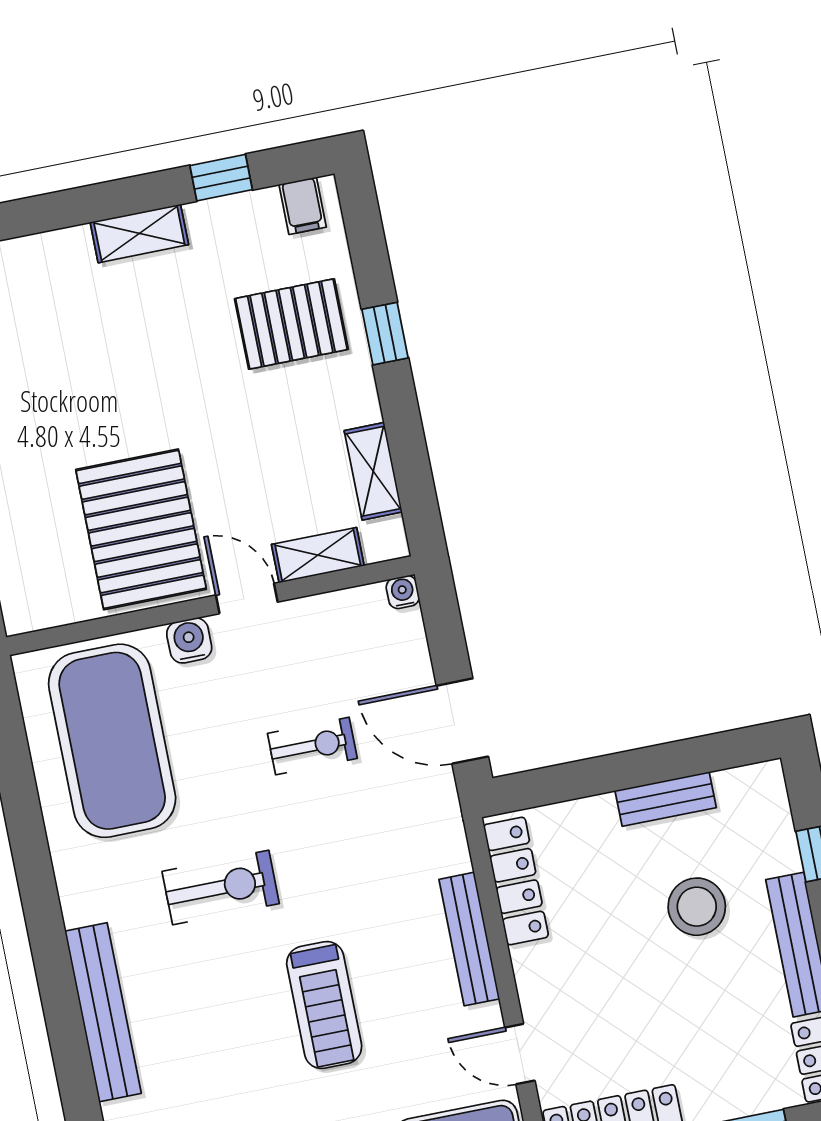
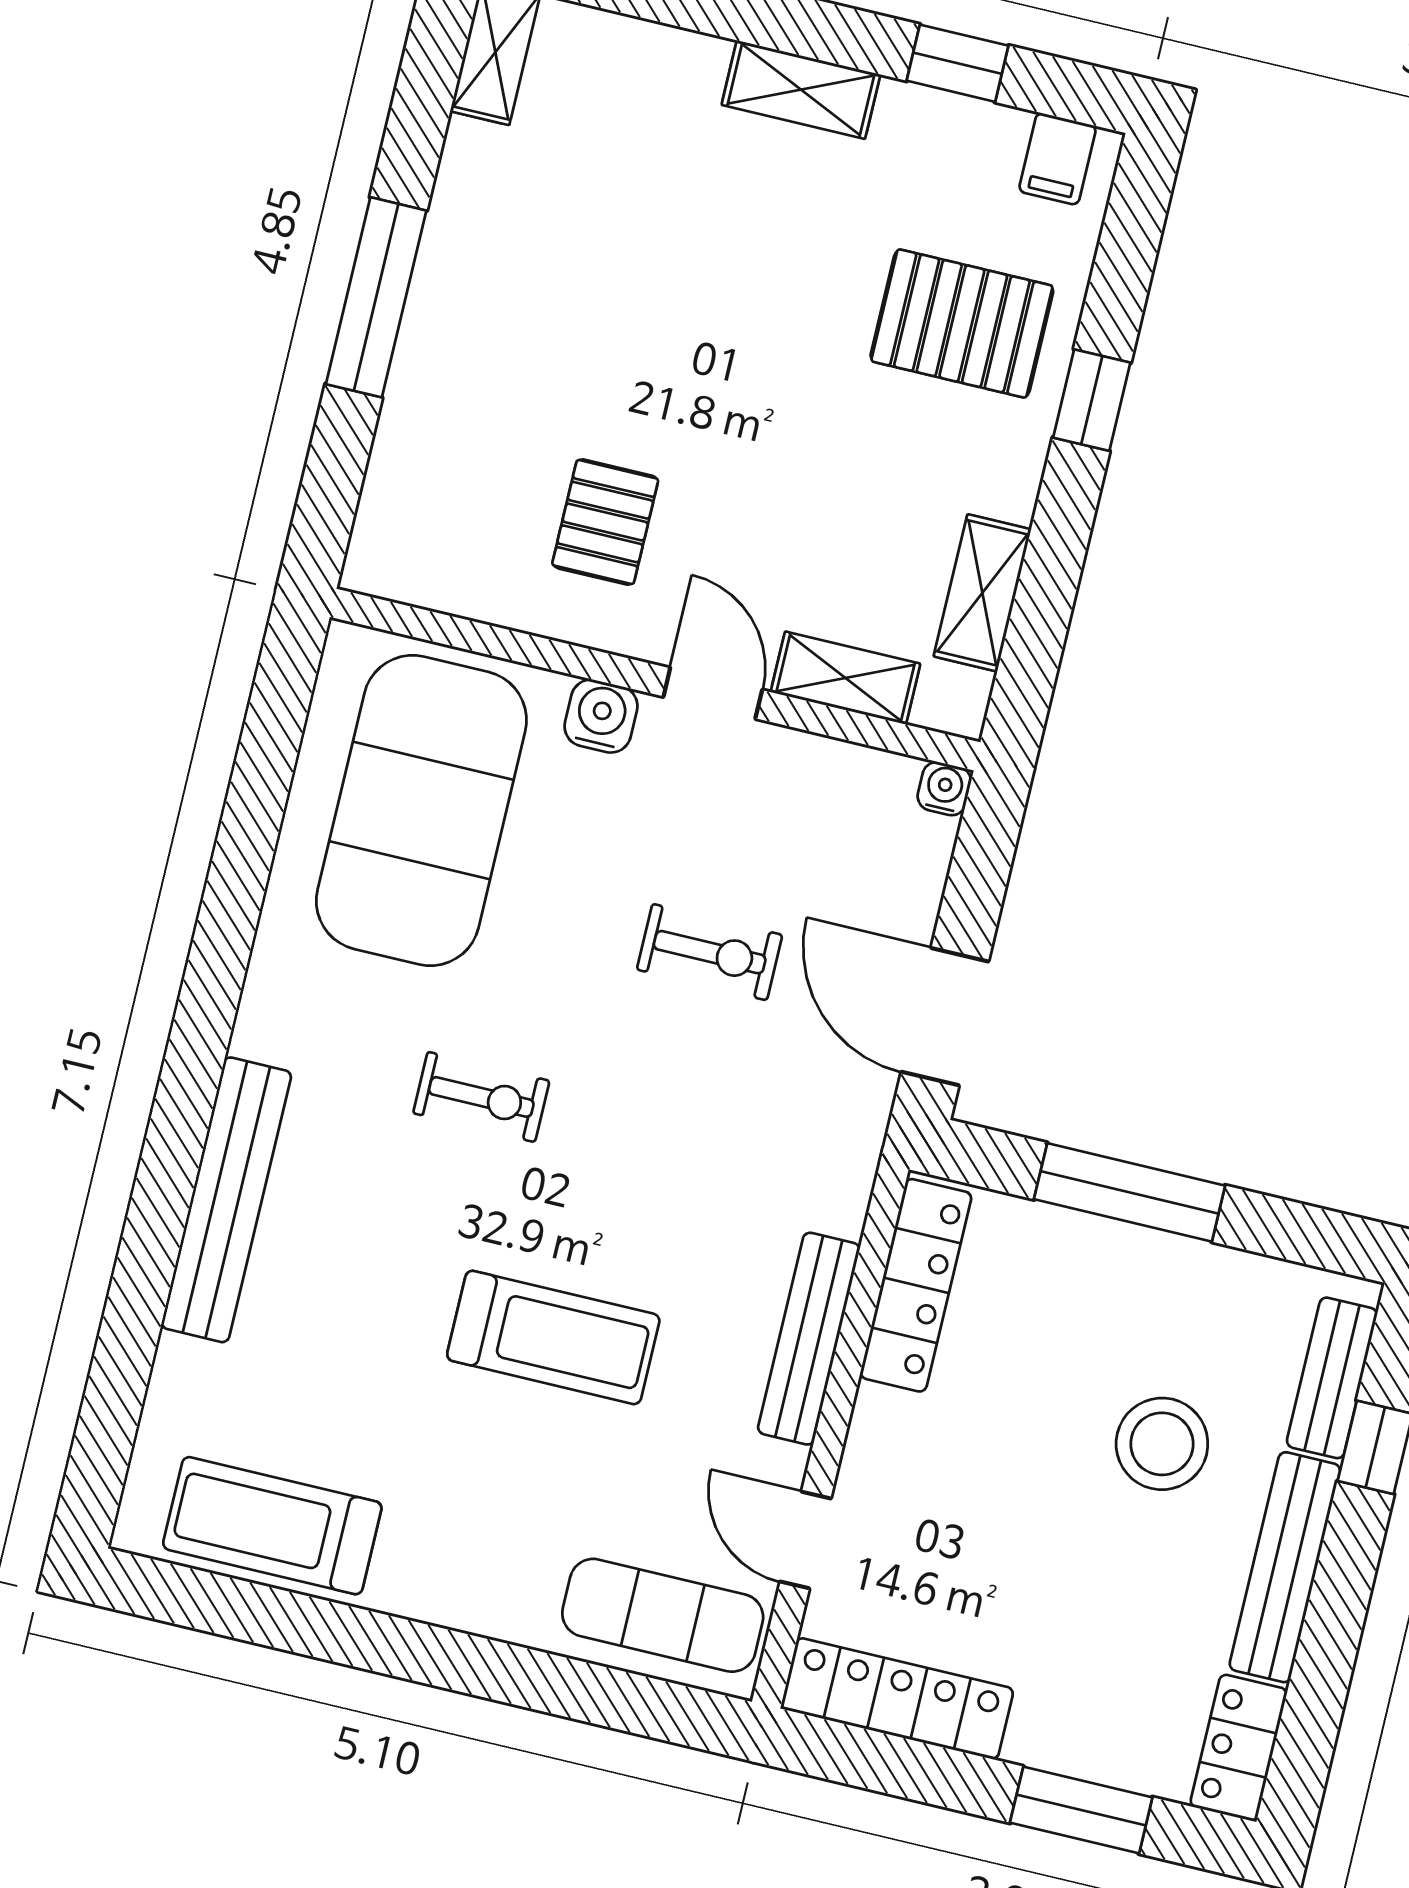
pallet: (141, 529) -> (605, 522), width x0.49, depth x0.50
window: (613, 773) -> (1130, 1192), added
bench: (666, 799) -> (1332, 1378), moved, turned 90
exercise bike: (221, 887) -> (481, 1097), width x0.73, depth x0.72
treadmill: (324, 1005) -> (553, 1337), turned -90

